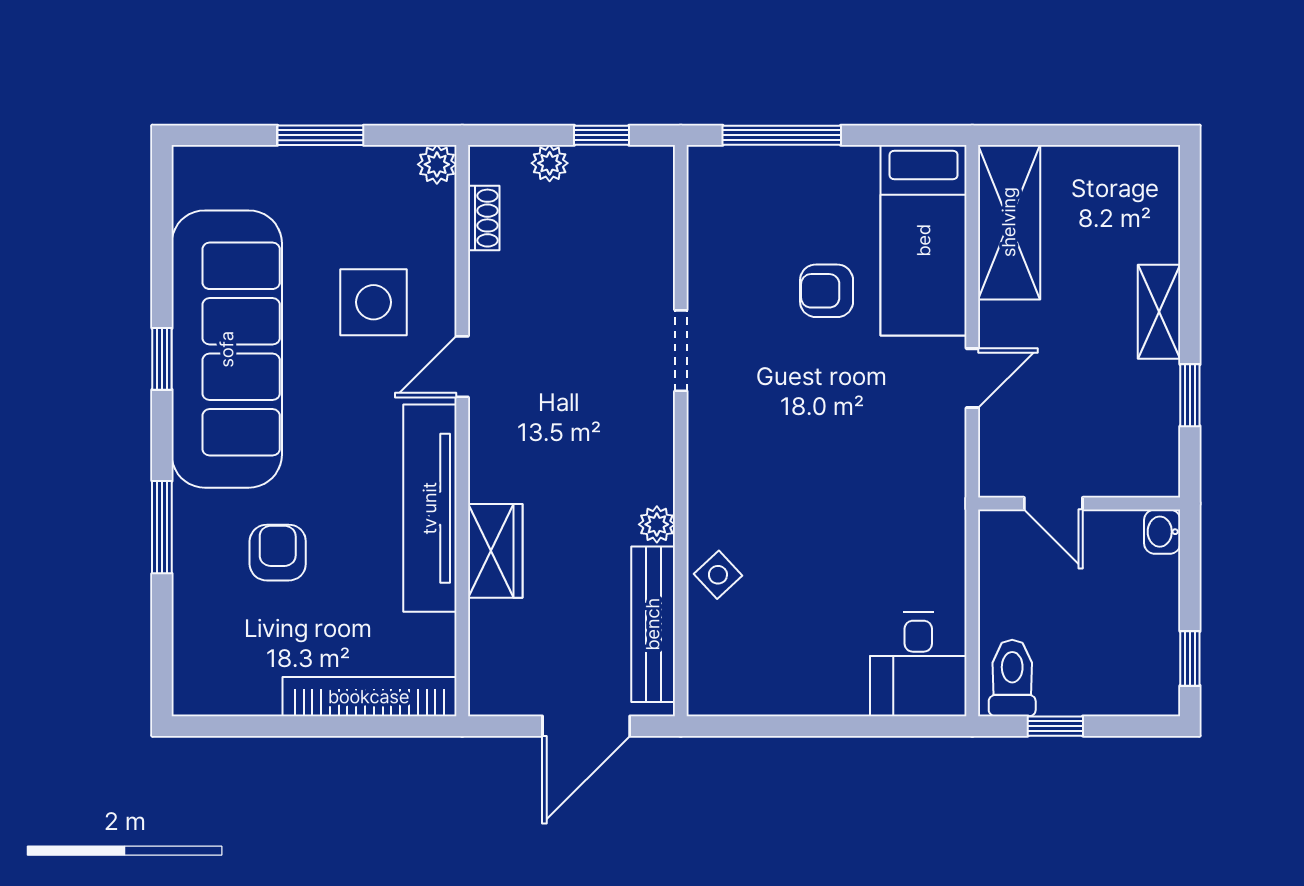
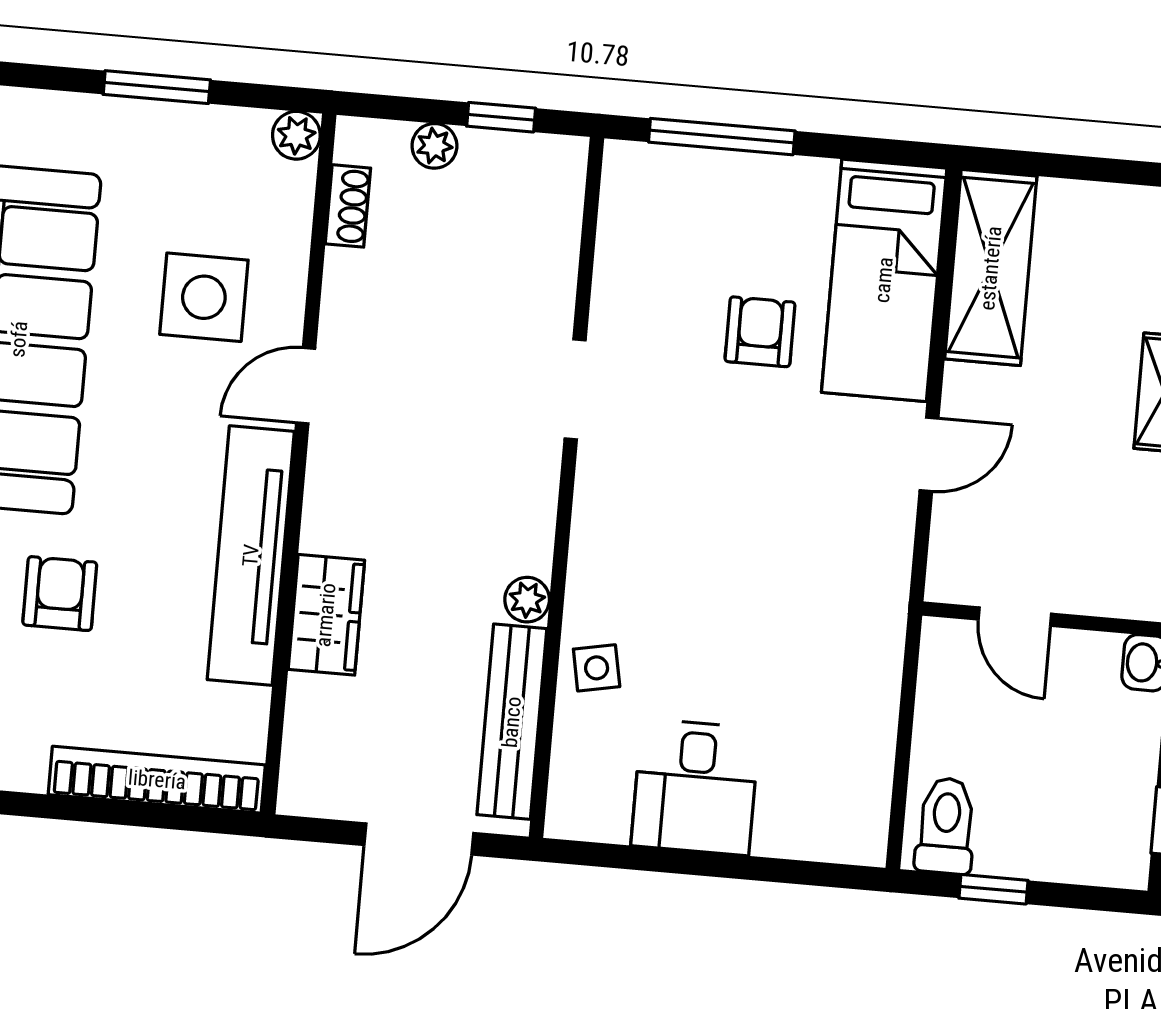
armchair: (827, 291) -> (760, 332), turned 90
side table: (718, 575) -> (597, 668), turned 32
desk: (918, 664) -> (695, 787), moved

